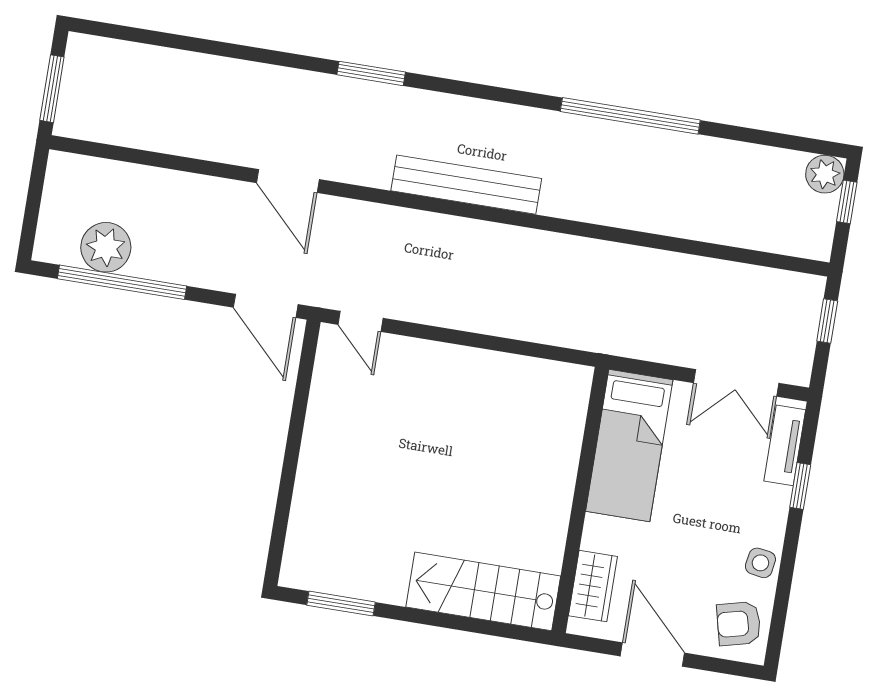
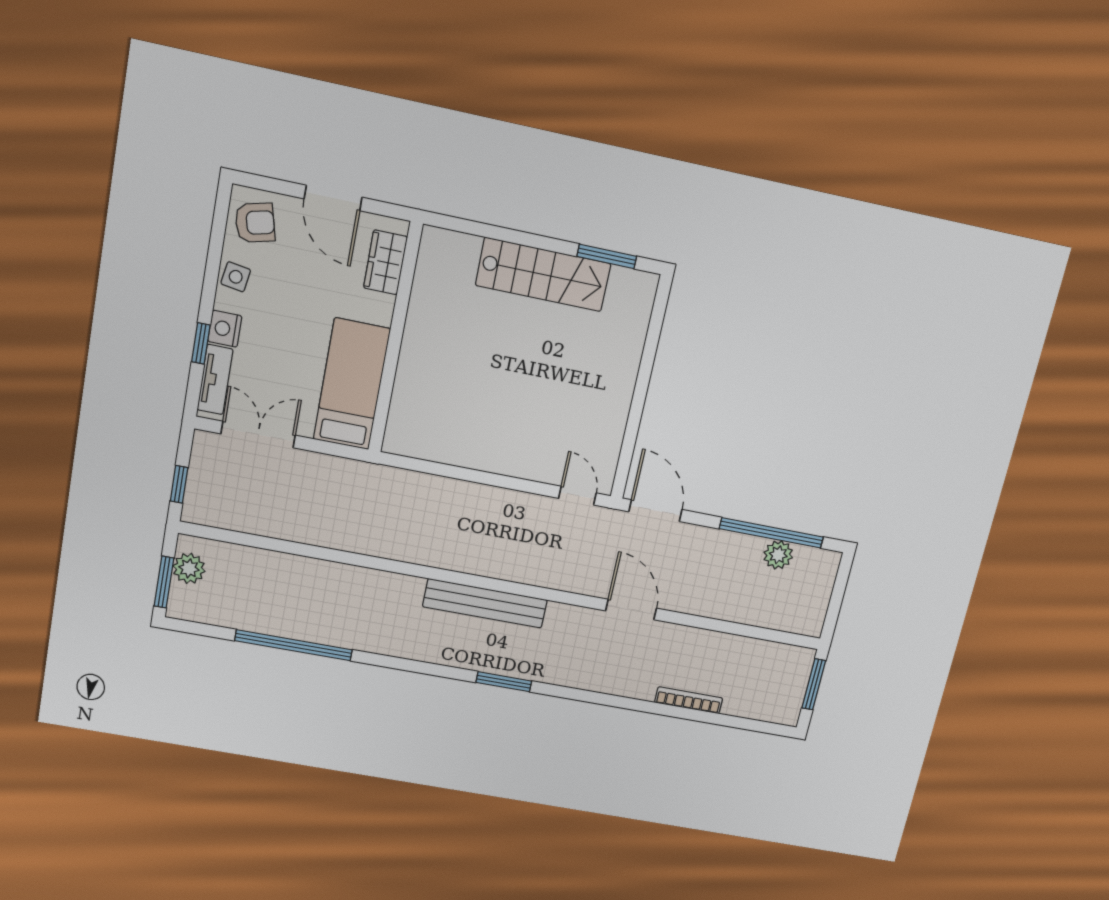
bookcase: (209, 65) -> (689, 700), added
window: (371, 73) -> (504, 682), moved
window: (630, 116) -> (294, 645), moved
plant: (825, 174) -> (189, 568), moved
window: (847, 202) -> (164, 582), width x1.50
plant: (106, 247) -> (778, 555), width x0.73, depth x0.73
nightstand: (773, 504) -> (225, 329), added
stairs: (483, 591) -> (543, 275), moved

